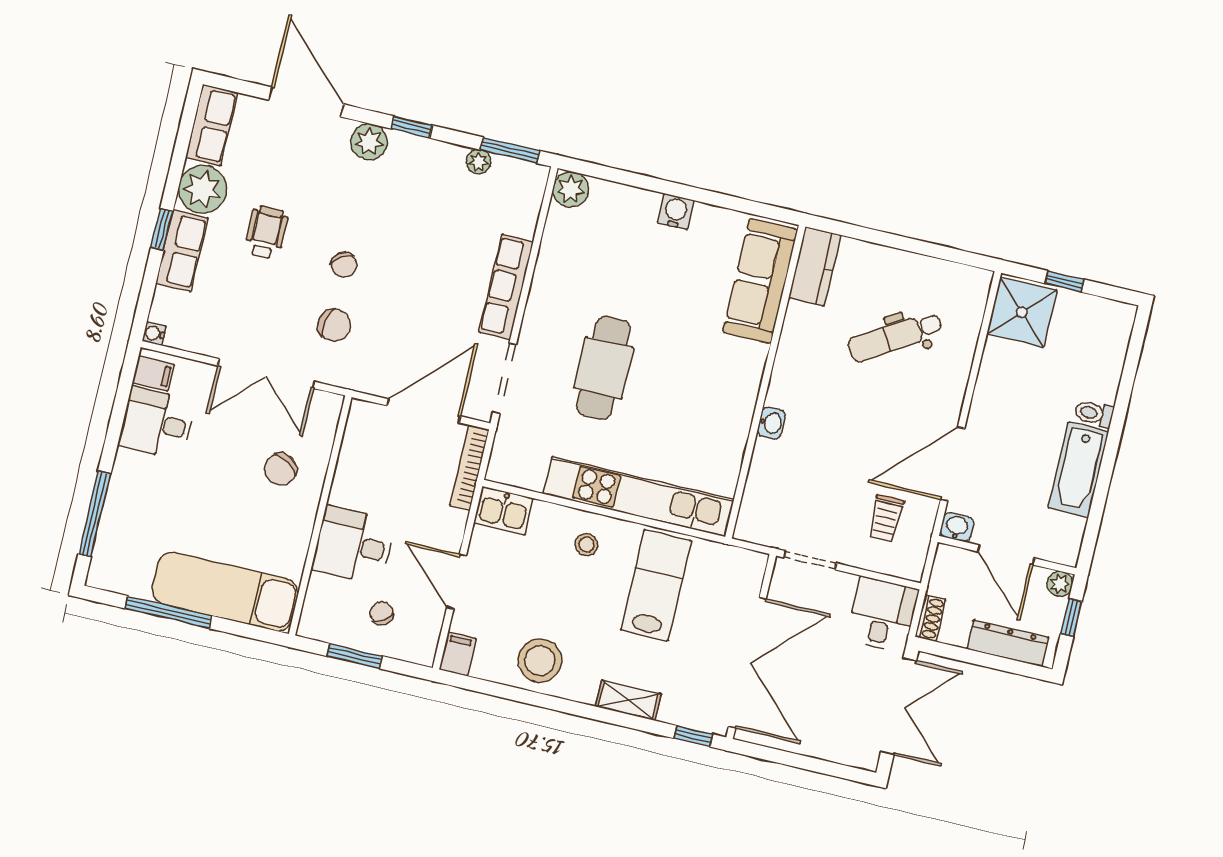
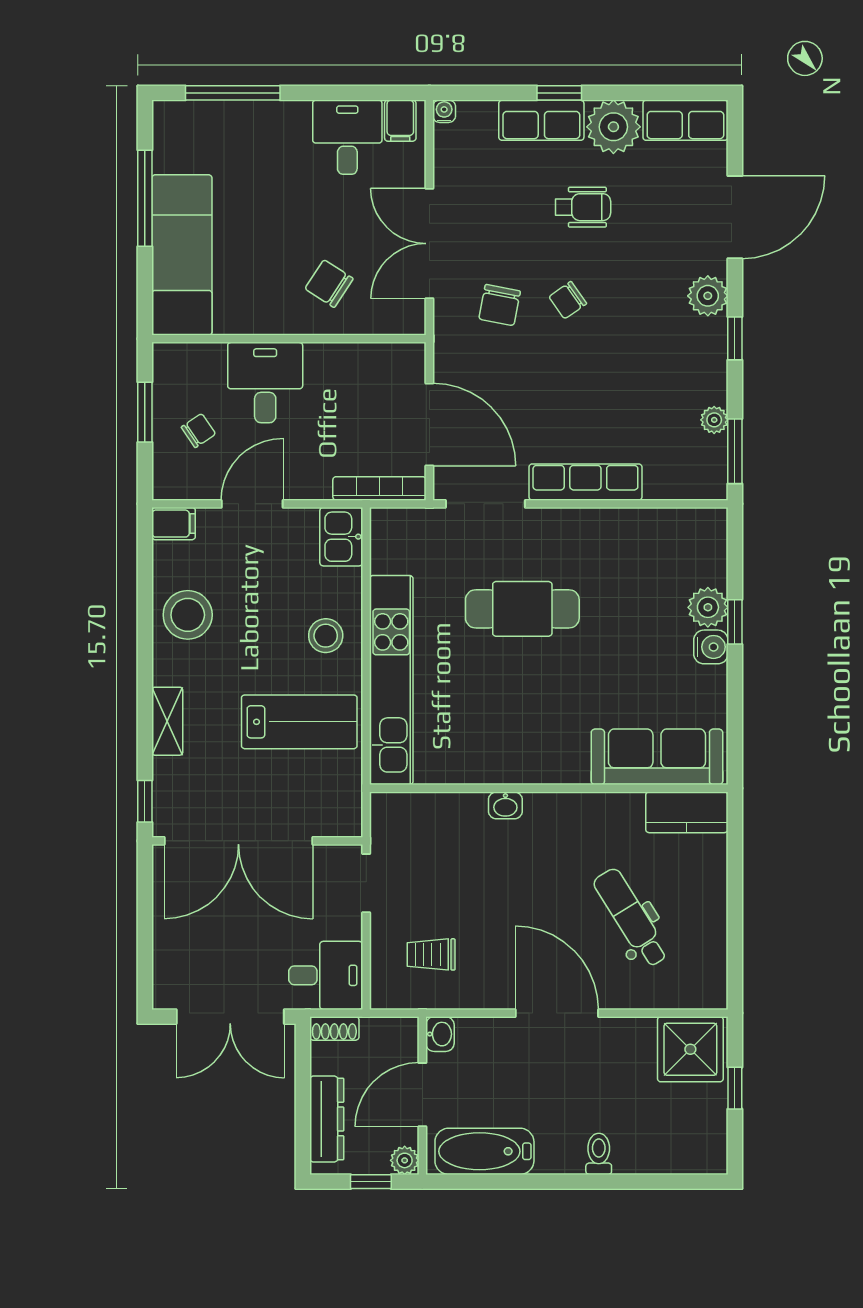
window: (659, 185) -> (735, 622), added
plant: (571, 189) -> (708, 607), moved
door: (953, 464) -> (557, 1013), moved
bathtub: (1078, 470) -> (484, 1151), moved
stool: (586, 545) -> (326, 636), width x1.37, depth x1.37

